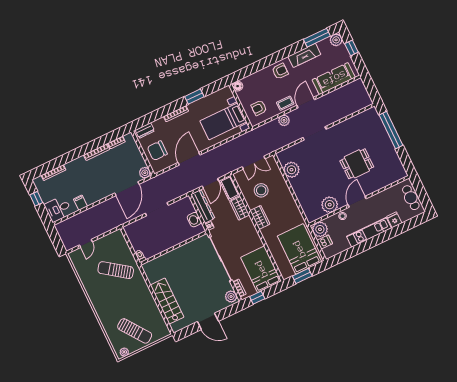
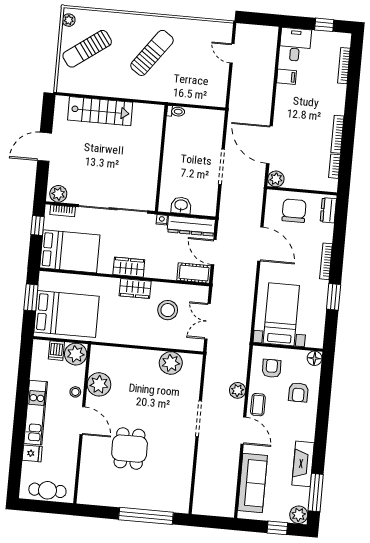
armchair: (280, 71) -> (298, 392), moved
wardrobe: (240, 208) -> (129, 267), moved
sun lounger: (116, 270) -> (152, 53), moved

